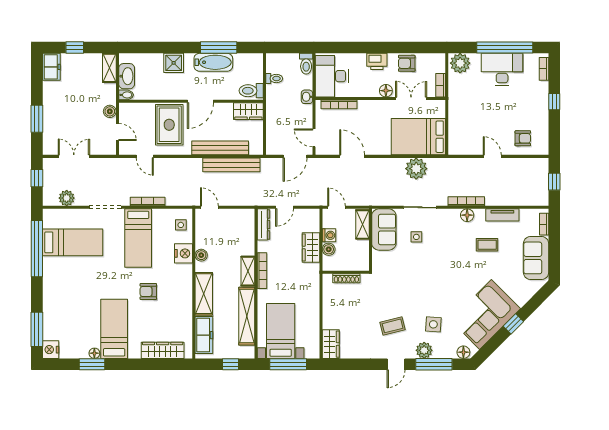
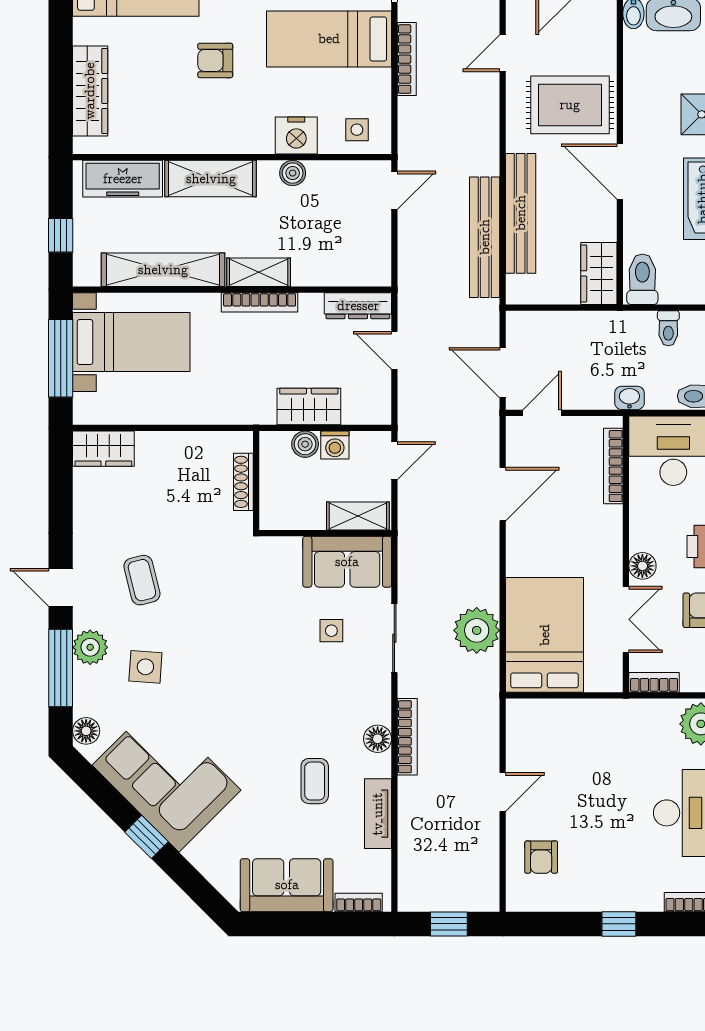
armchair: (148, 292) -> (215, 60), turned -90

